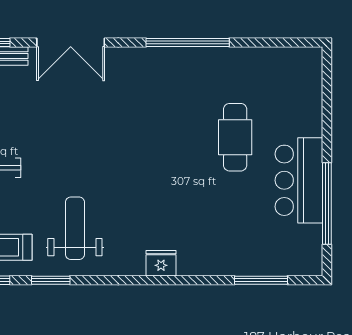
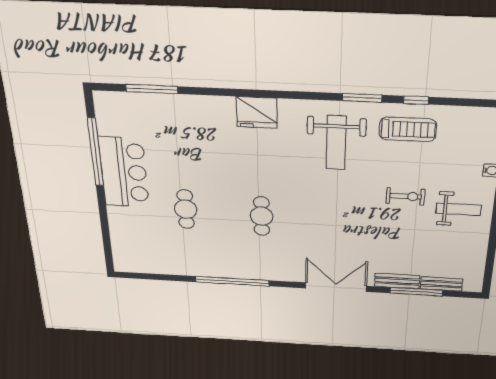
cafe table: (153, 133) -> (262, 216), added
cafe table: (235, 137) -> (186, 209), width x0.73, depth x0.74
fridge: (161, 263) -> (257, 112), width x1.36, depth x1.34

